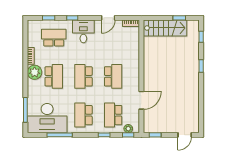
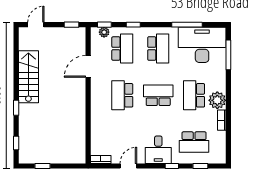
stairs: (165, 28) -> (28, 77), moved, turned 90
school desk: (83, 76) -> (158, 95), turned -90

